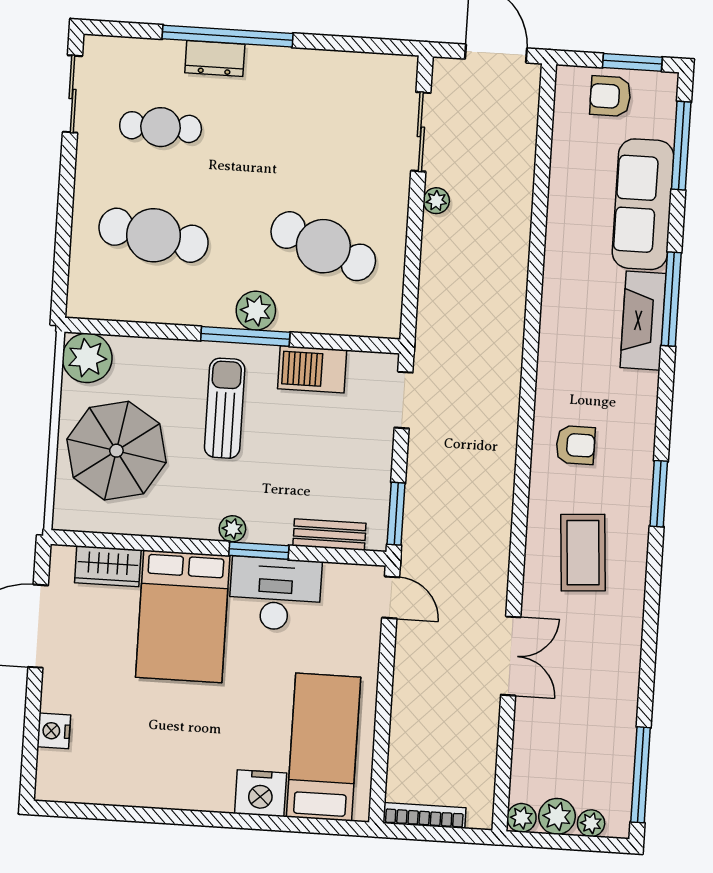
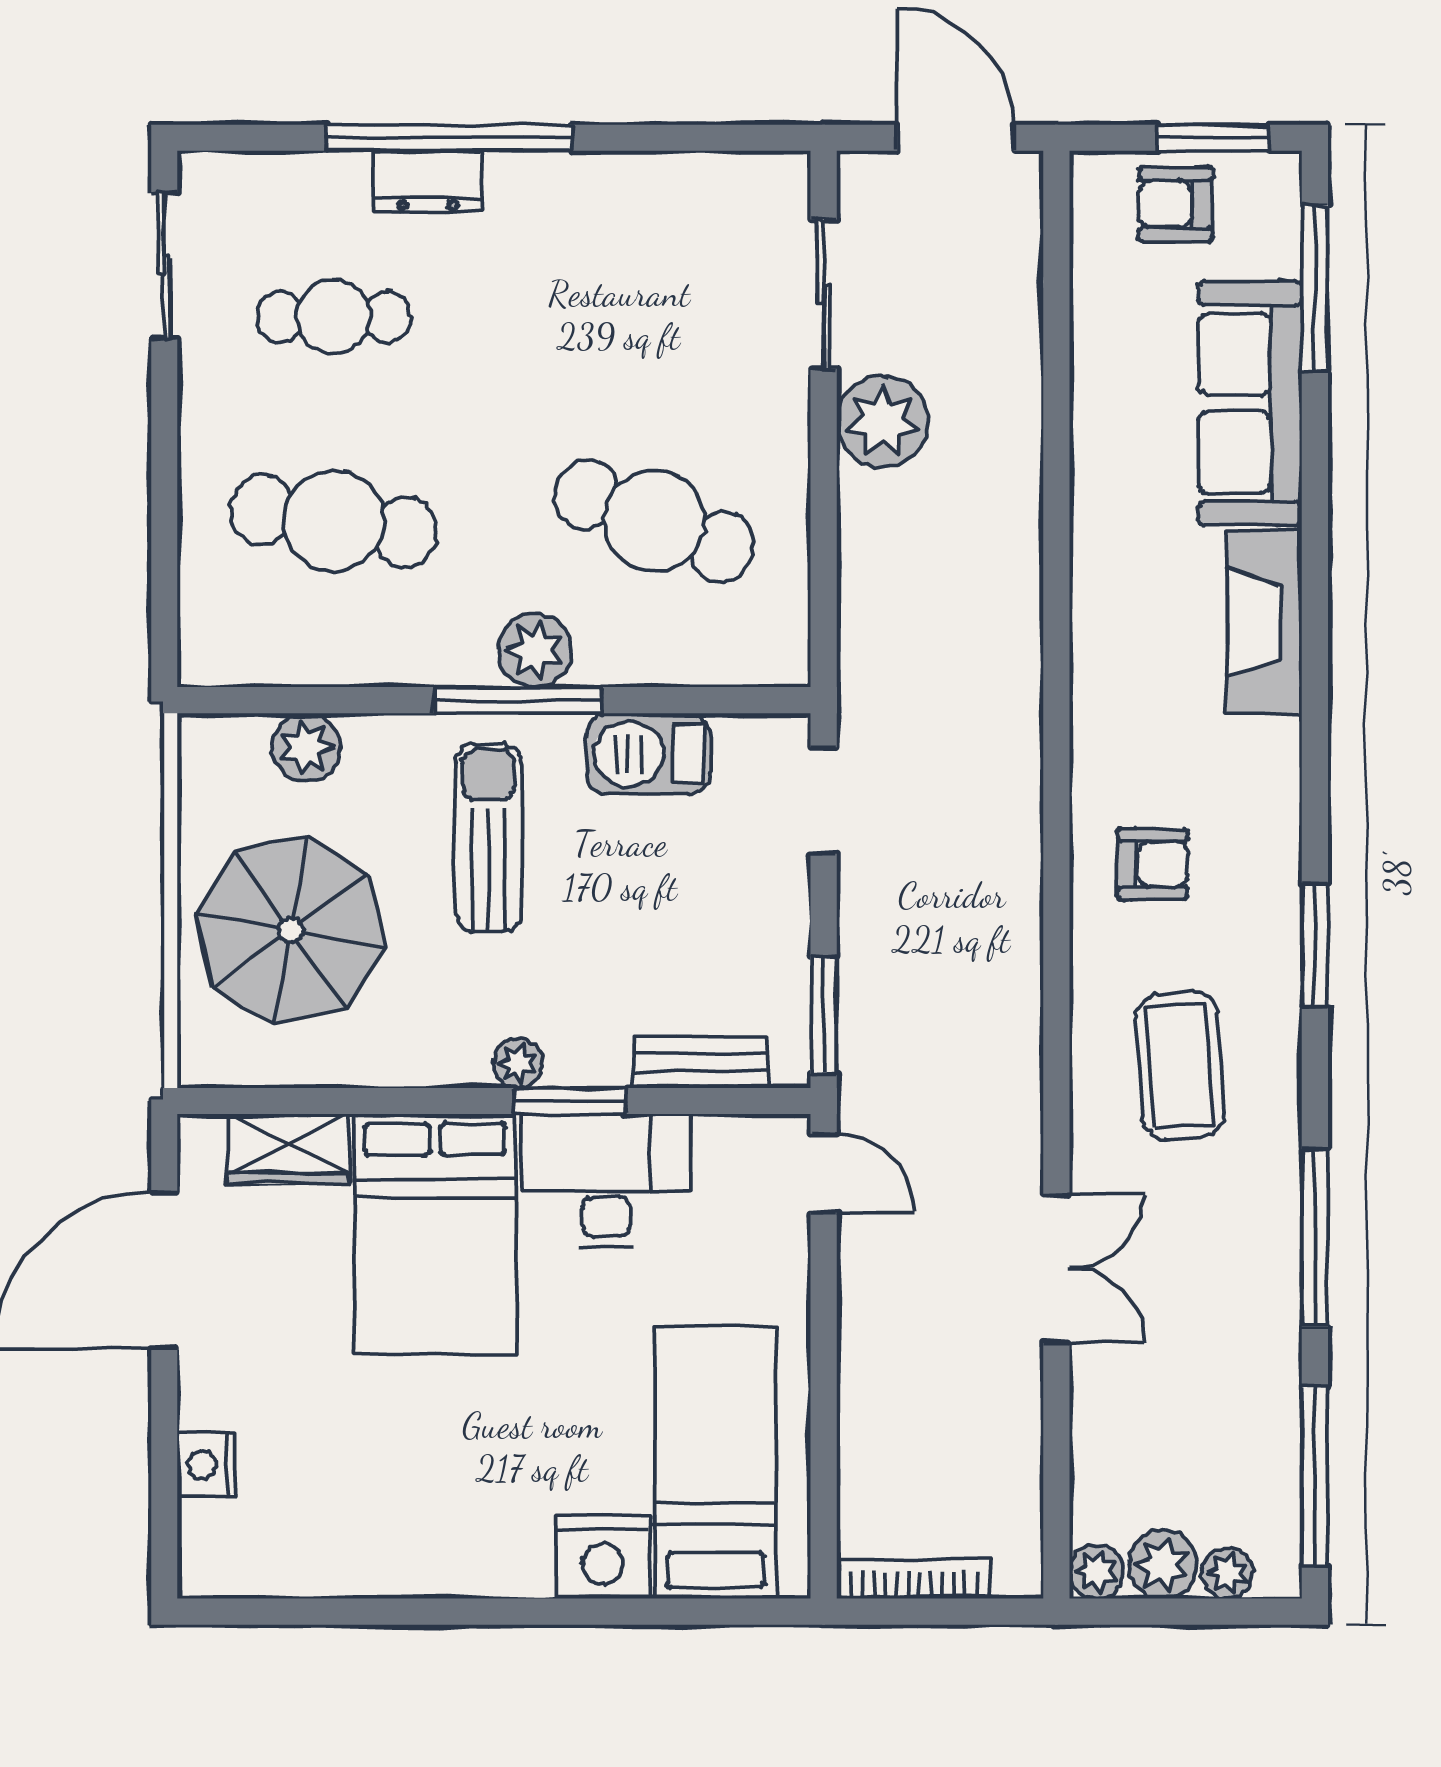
plant: (436, 201) -> (883, 422), width x1.88, depth x1.88
window: (671, 299) -> (1315, 1238), moved
plant: (87, 358) -> (306, 747), moved, width x0.73, depth x0.73

